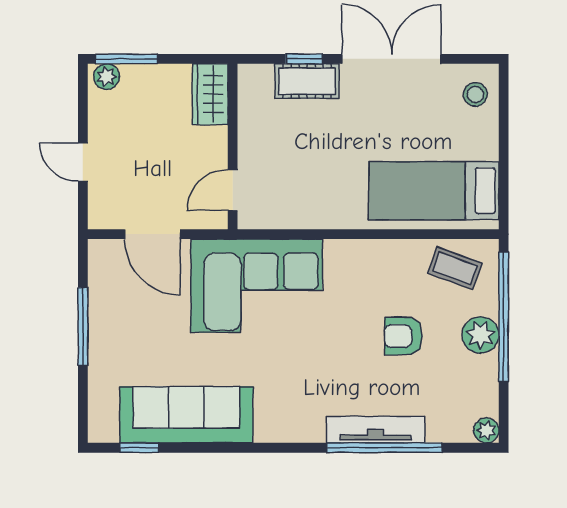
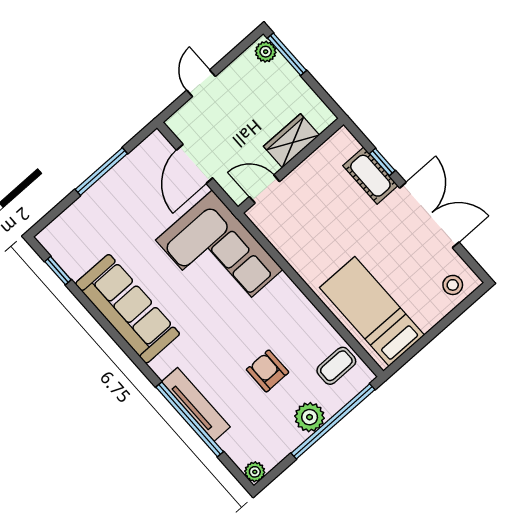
wardrobe: (210, 94) -> (292, 141), moved
coffee table: (455, 268) -> (336, 366), turned 70
sofa: (186, 415) -> (128, 309), moved

